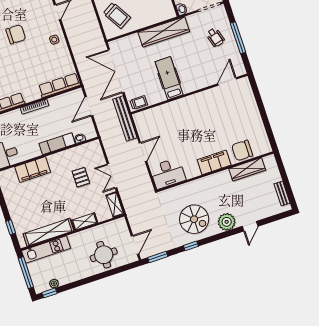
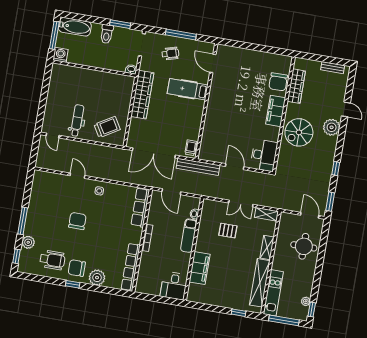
hospital bed: (169, 78) -> (188, 89), moved
spiral stairs: (194, 219) -> (299, 132), moved, turned 180

